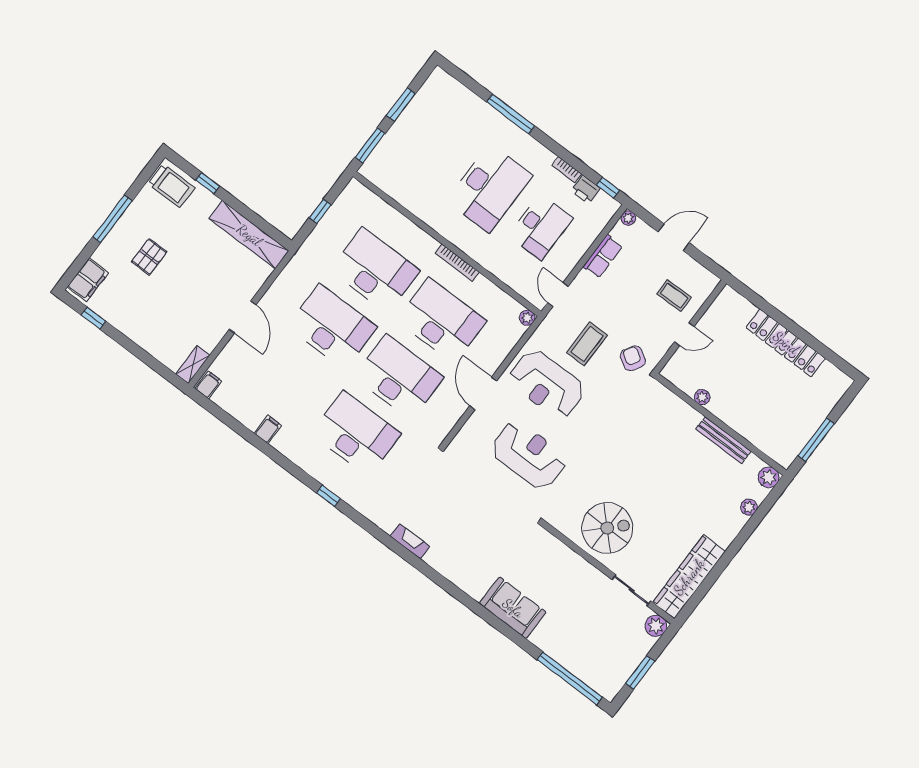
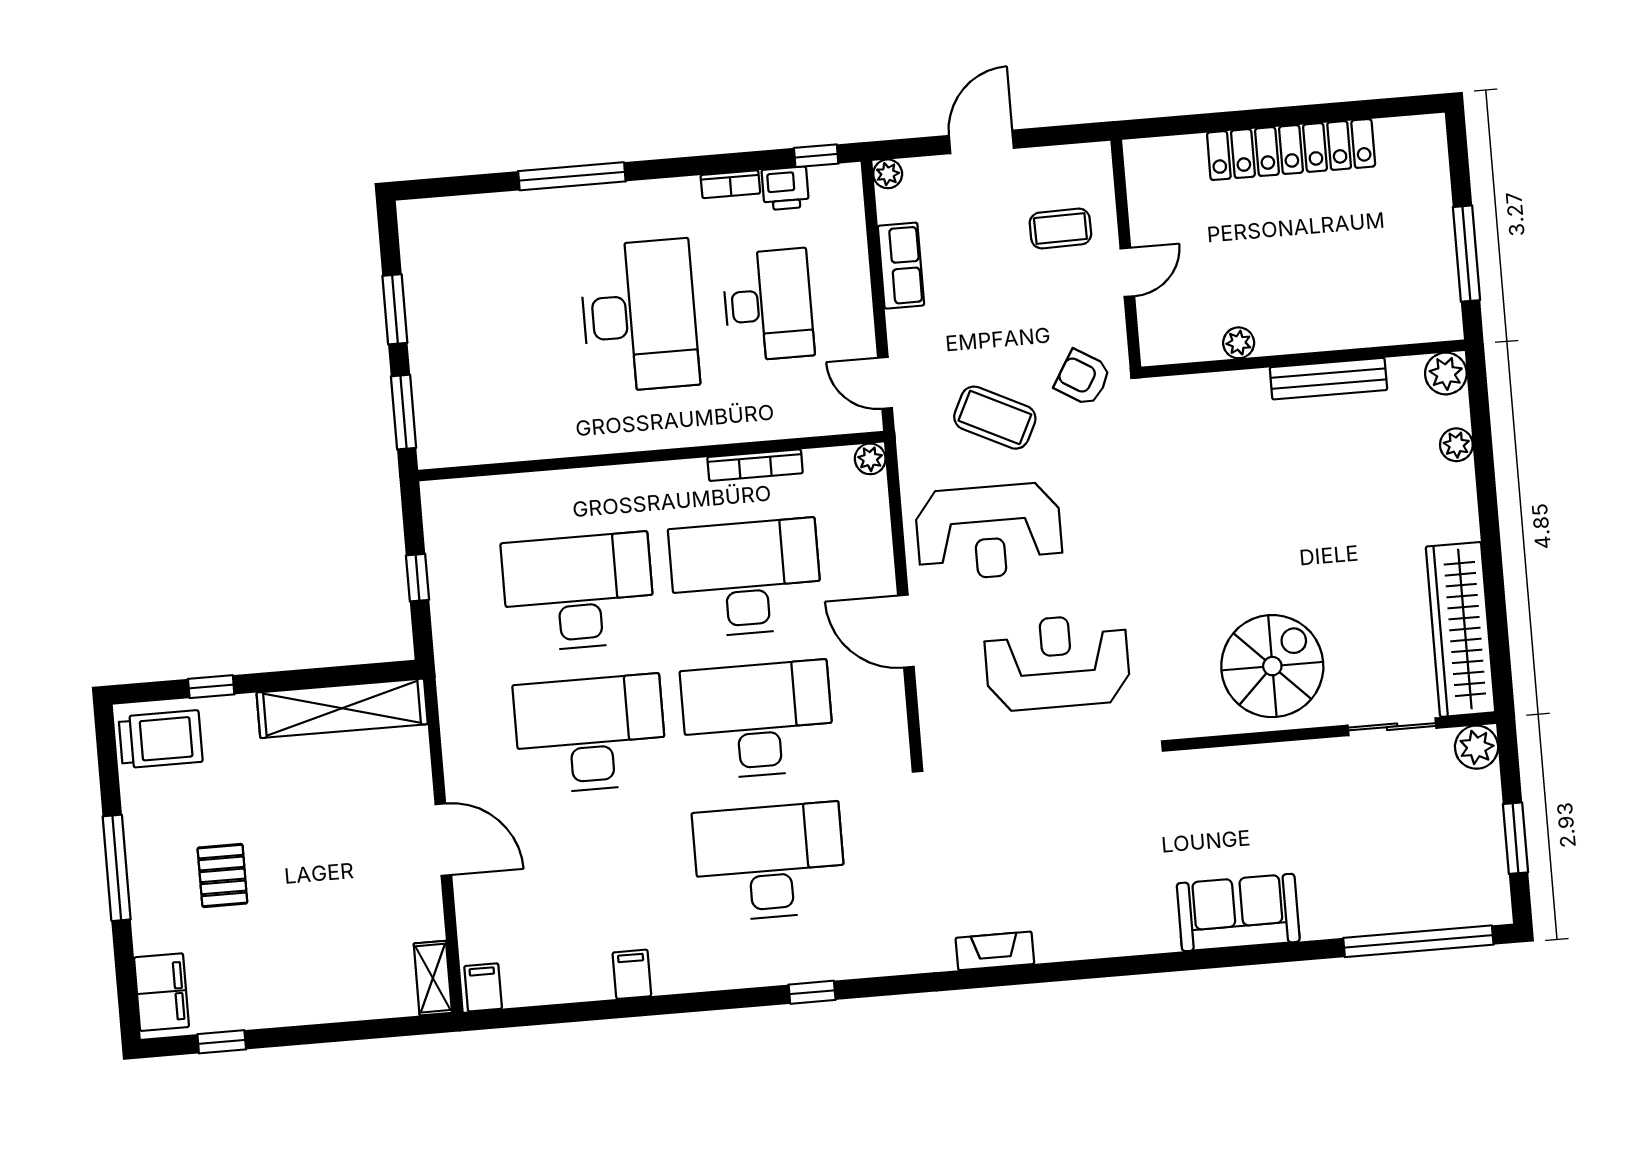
bookcase: (457, 263) -> (755, 465), moved
coffee table: (587, 344) -> (995, 418), turned -64

